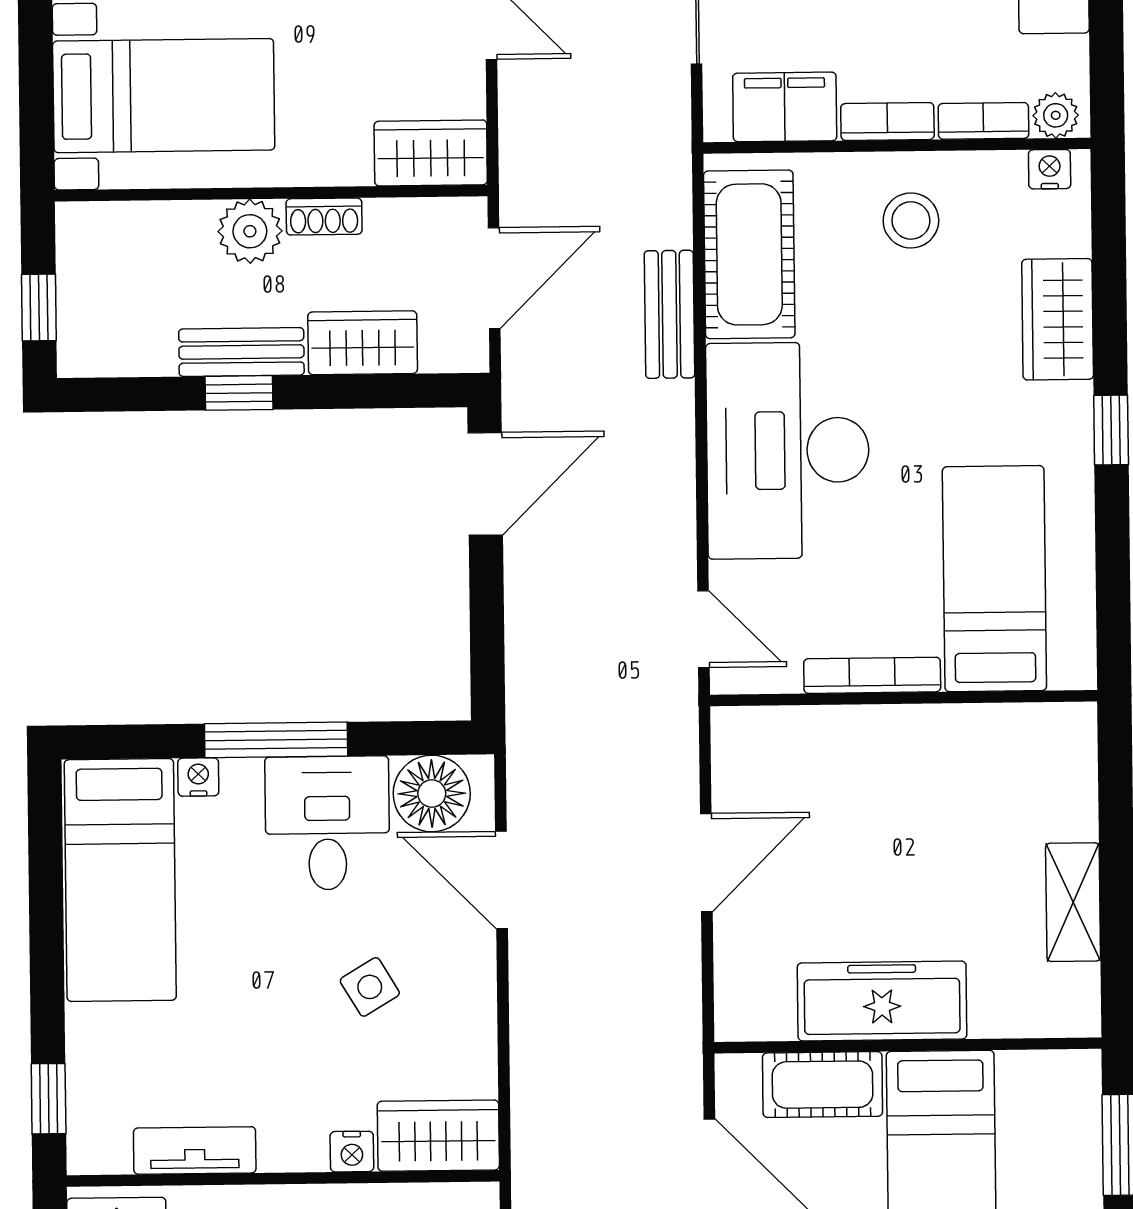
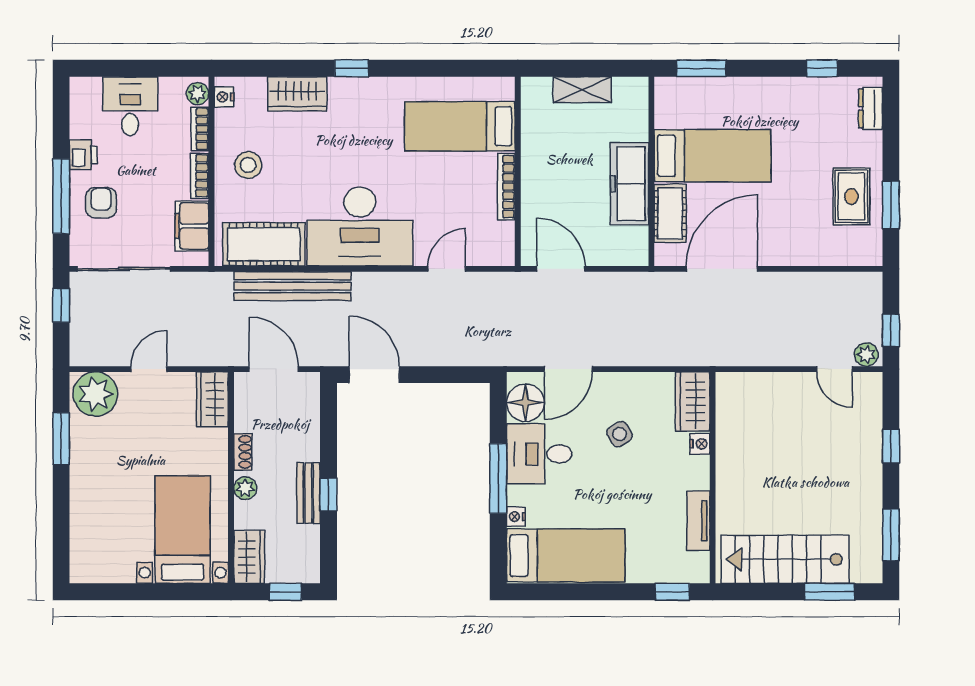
plant: (250, 231) -> (245, 488), width x0.73, depth x0.73
bench: (669, 314) -> (293, 286), width x1.86, depth x1.21
wardrobe: (363, 343) -> (249, 557), moved, turned 180
bed: (994, 579) -> (460, 126), moved
bookcase: (872, 675) -> (506, 187), moved
wall: (904, 698) -> (518, 171), moved

